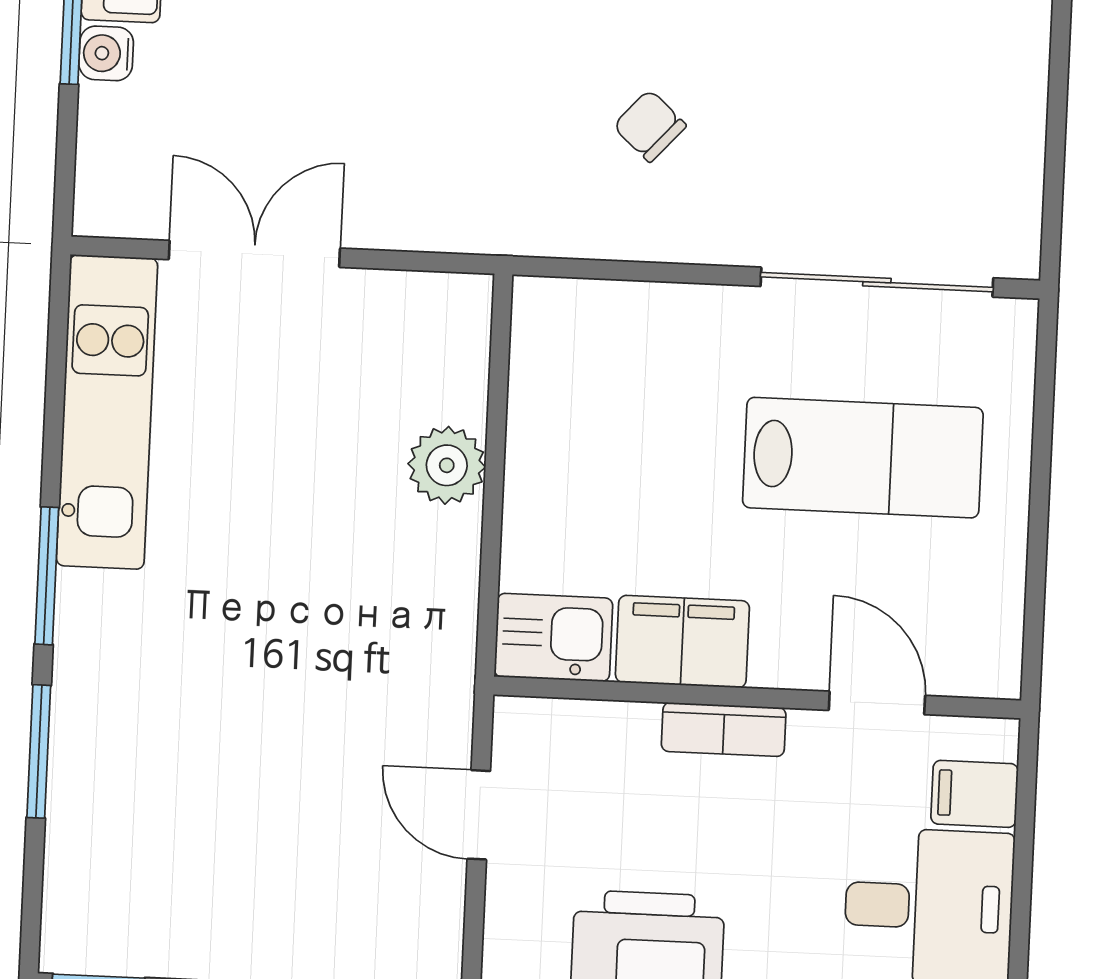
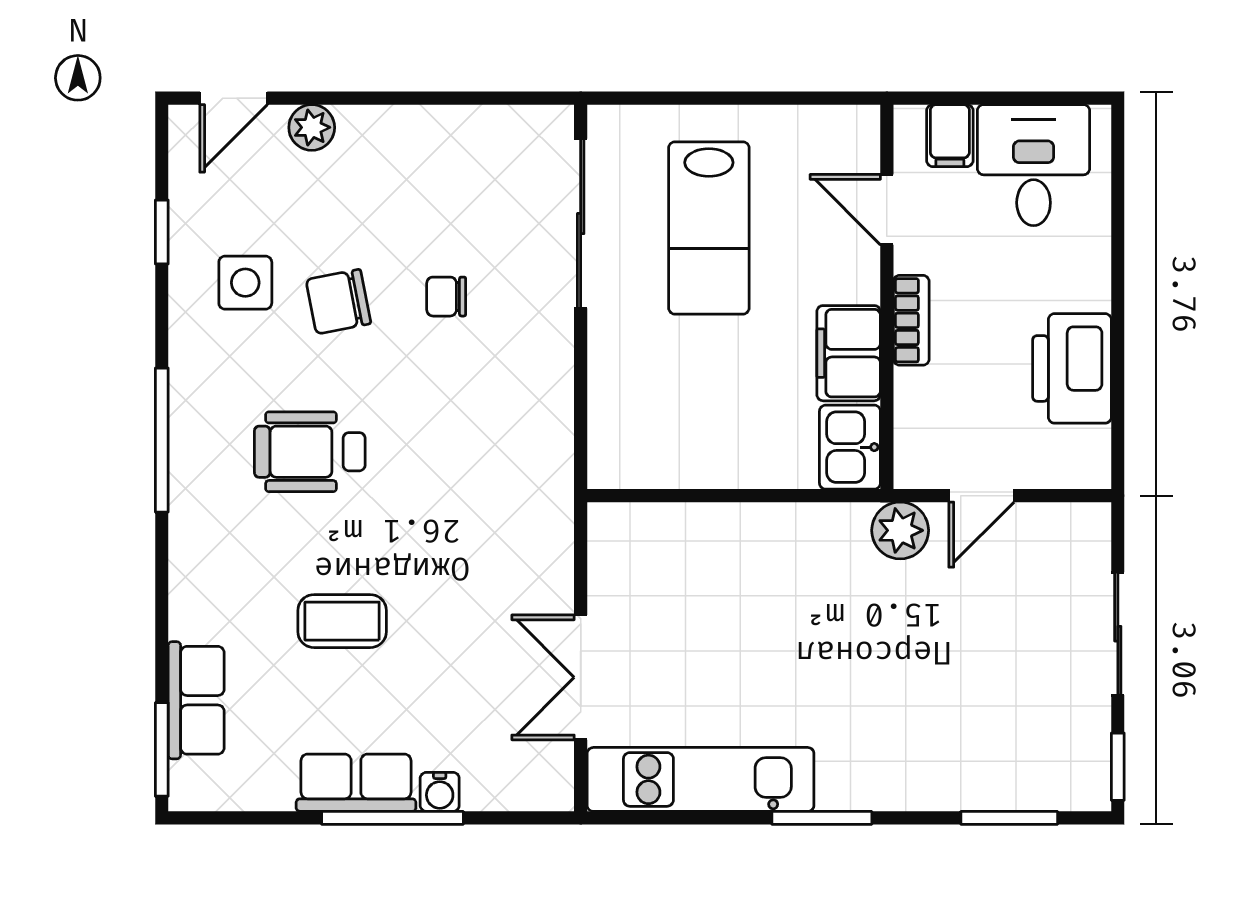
chair: (650, 126) -> (446, 297), moved, turned 48
lab bench: (863, 458) -> (709, 228), turned 180
plant: (447, 465) -> (900, 530), moved
door: (877, 703) -> (887, 210), hinge flipped
window: (39, 751) -> (1009, 818), moved

